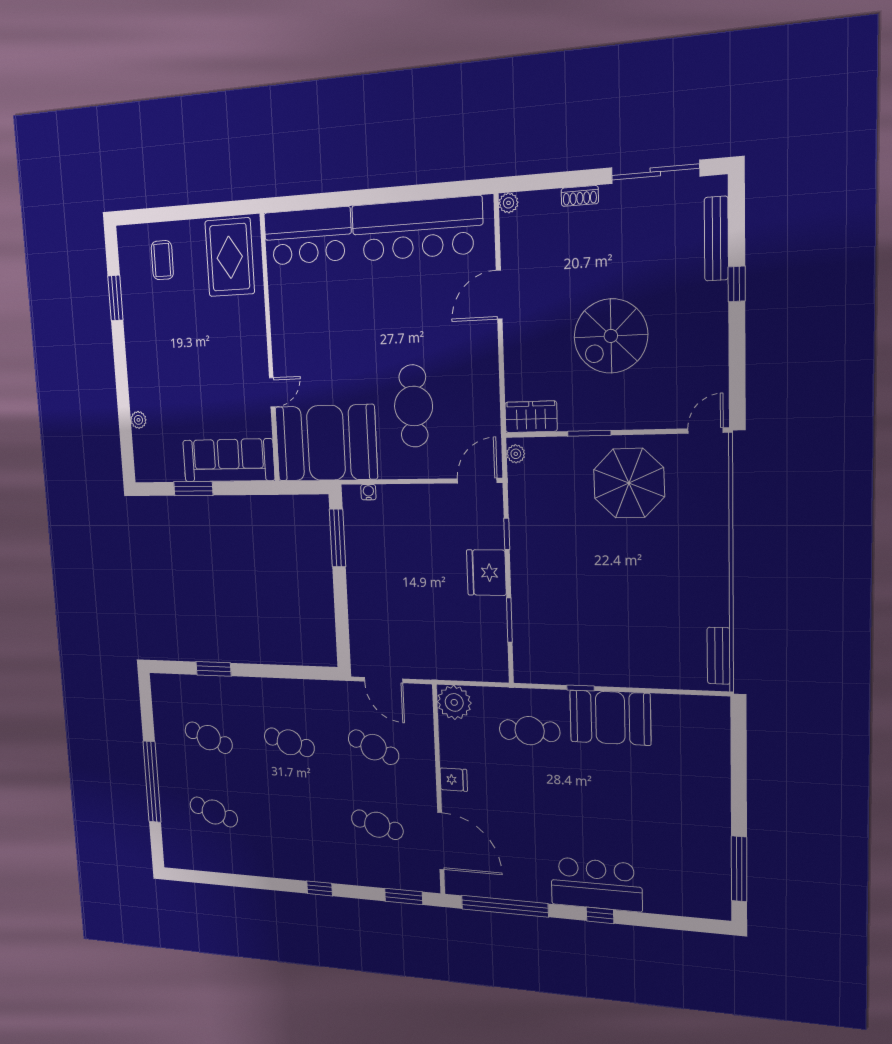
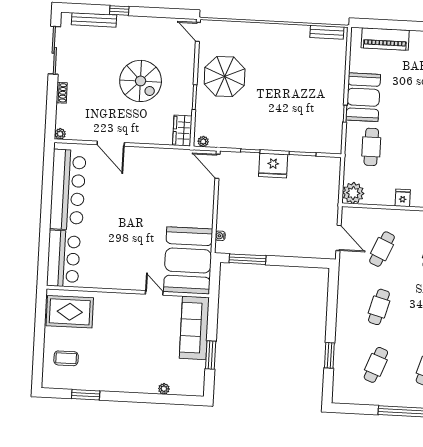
cafe table: (413, 406) -> (170, 202), removed
door: (383, 680) -> (339, 238), hinge flipped
piano: (713, 754) -> (385, 39), added

